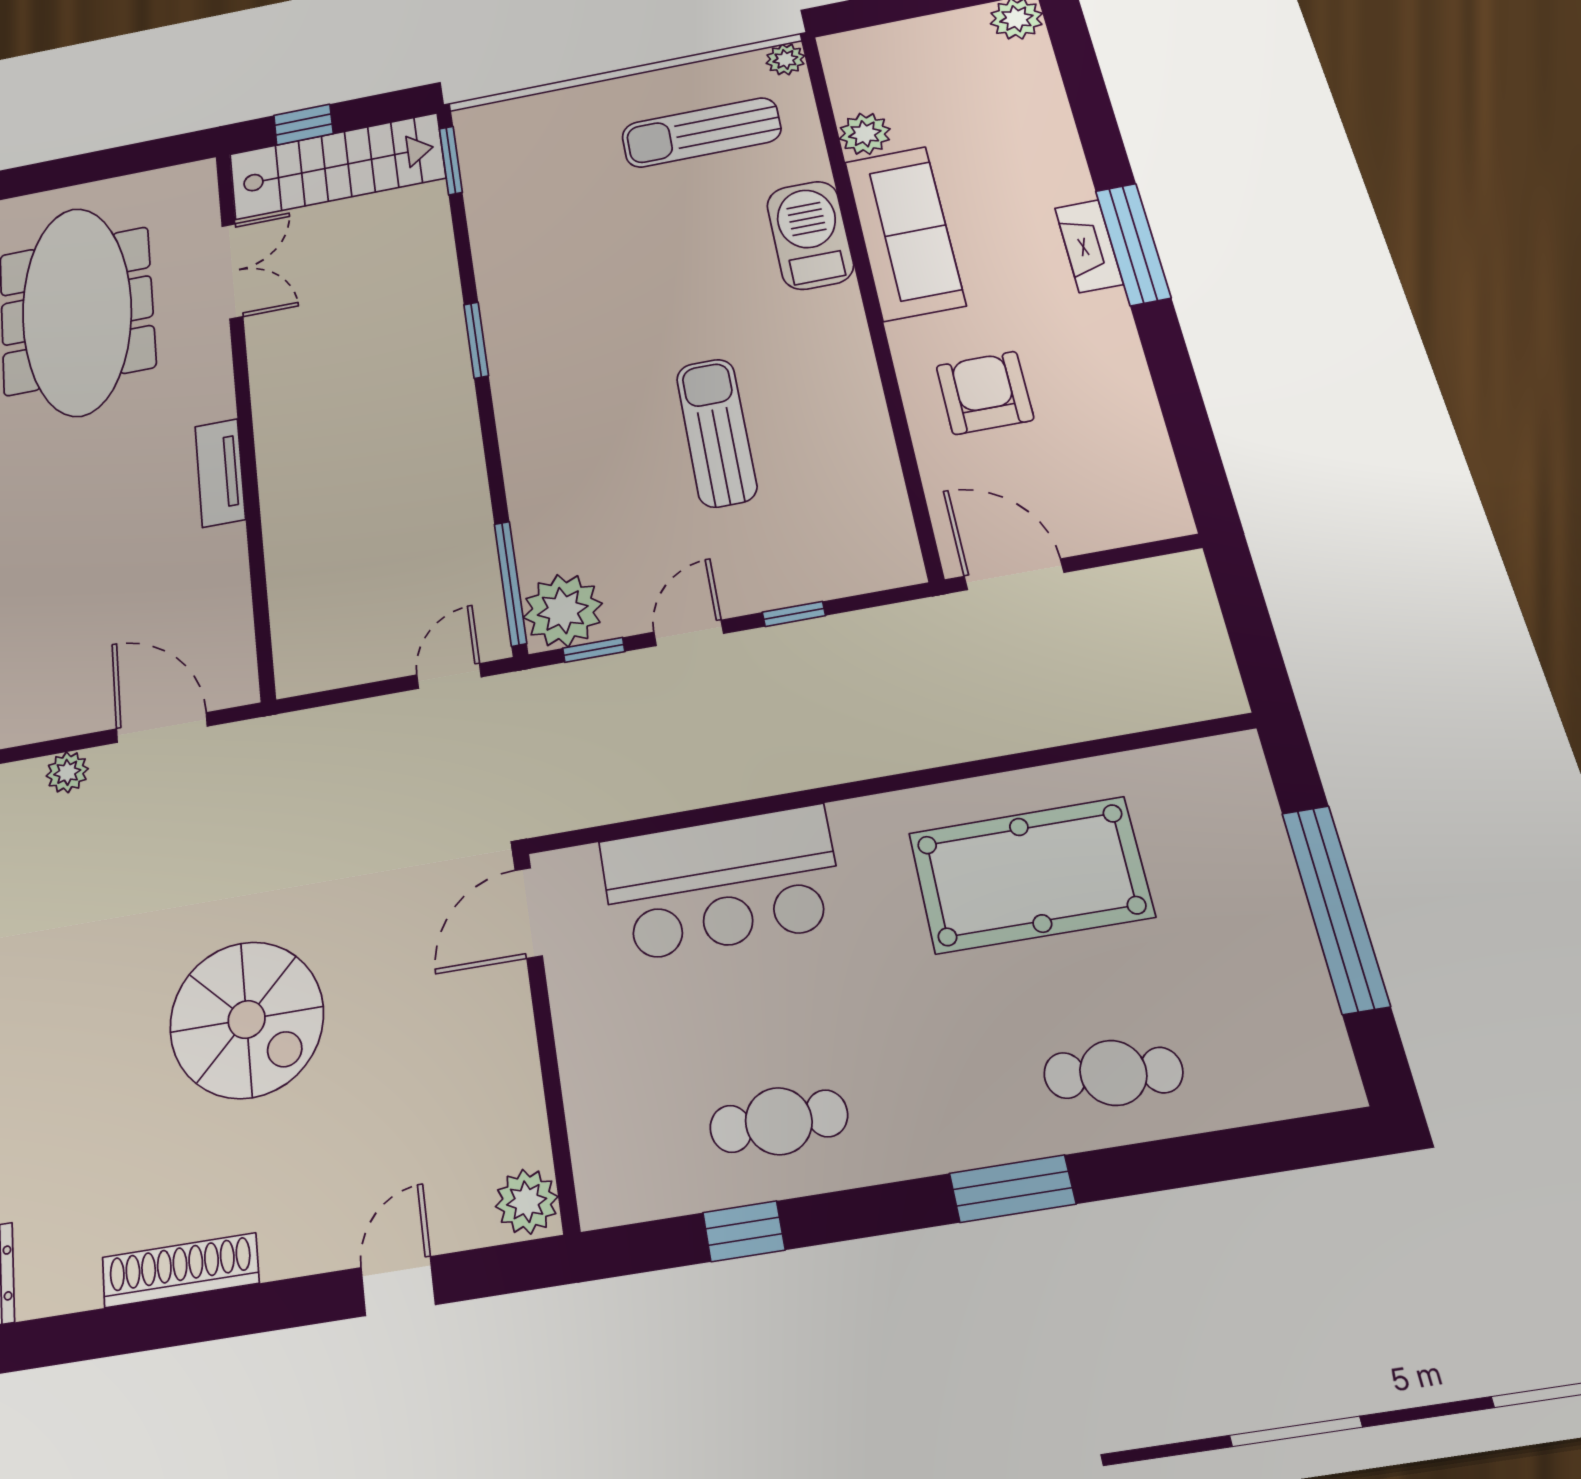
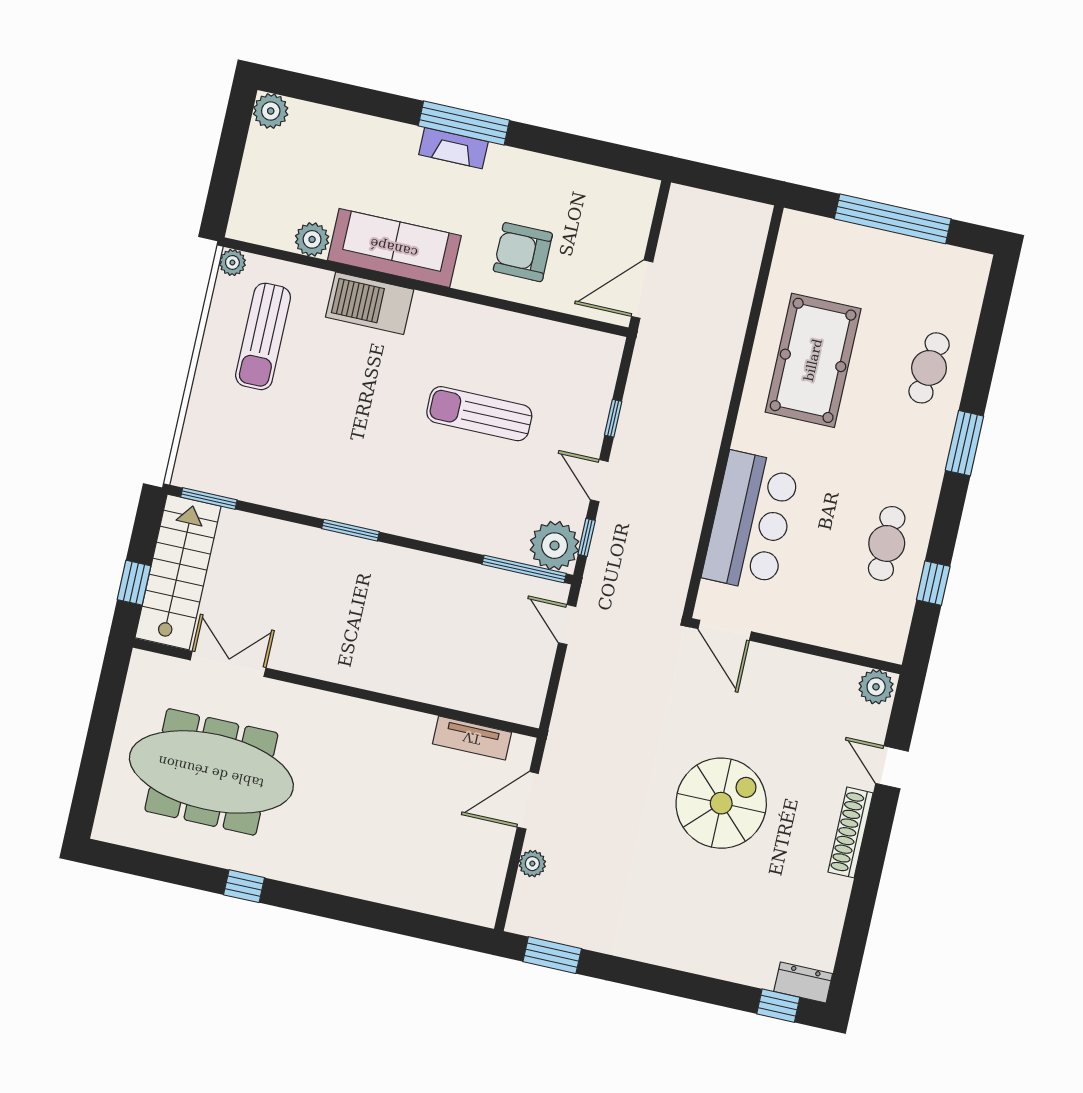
tv unit: (220, 473) -> (472, 738), moved
shoe rack: (180, 1270) -> (850, 832), moved

